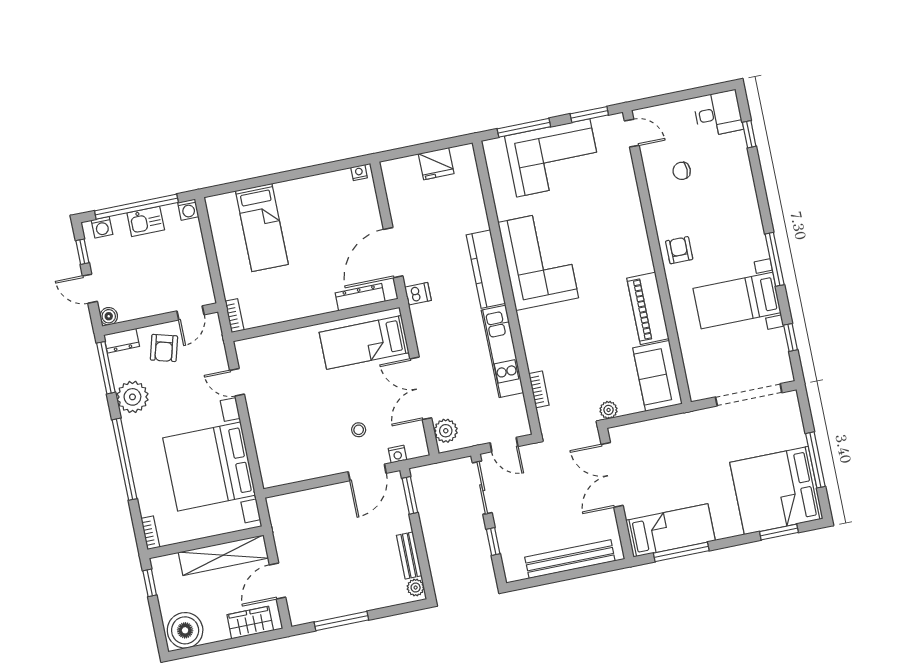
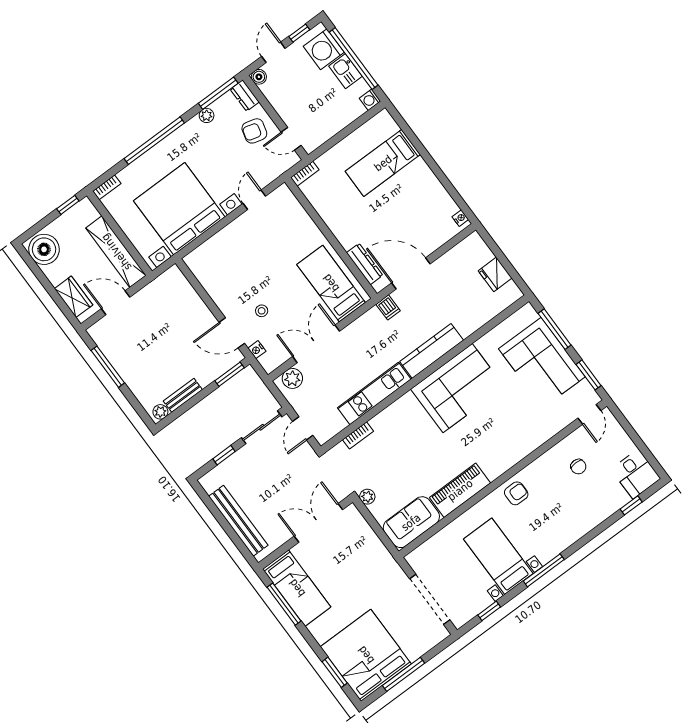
chair: (682, 171) -> (578, 467), turned 180
washing machine: (102, 227) -> (324, 49), width x1.89, depth x1.89
plant: (132, 397) -> (207, 115), width x0.53, depth x0.53

